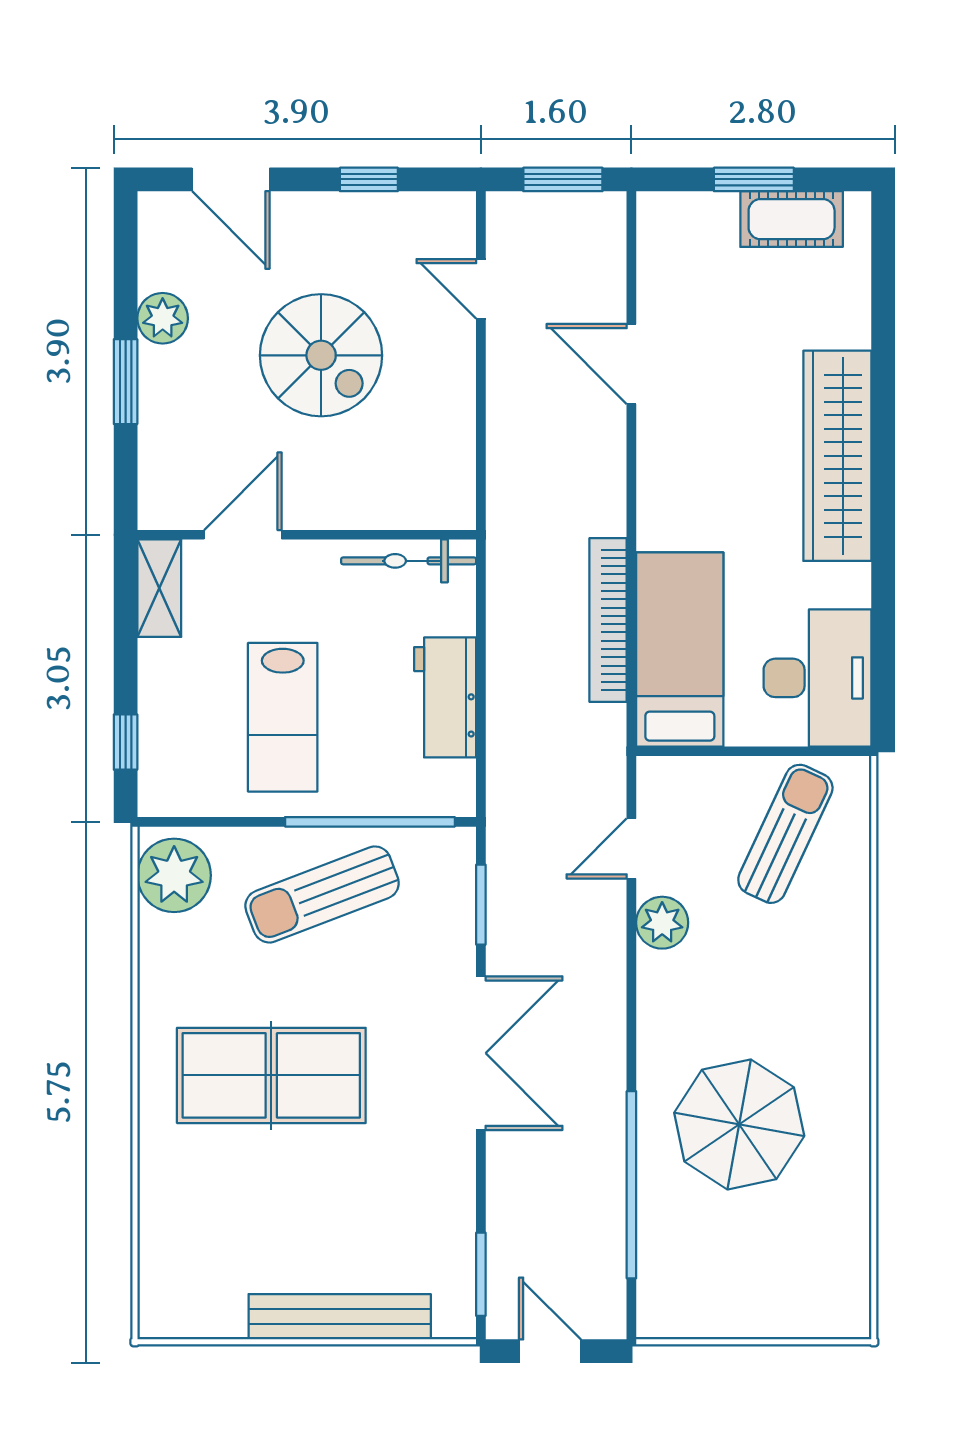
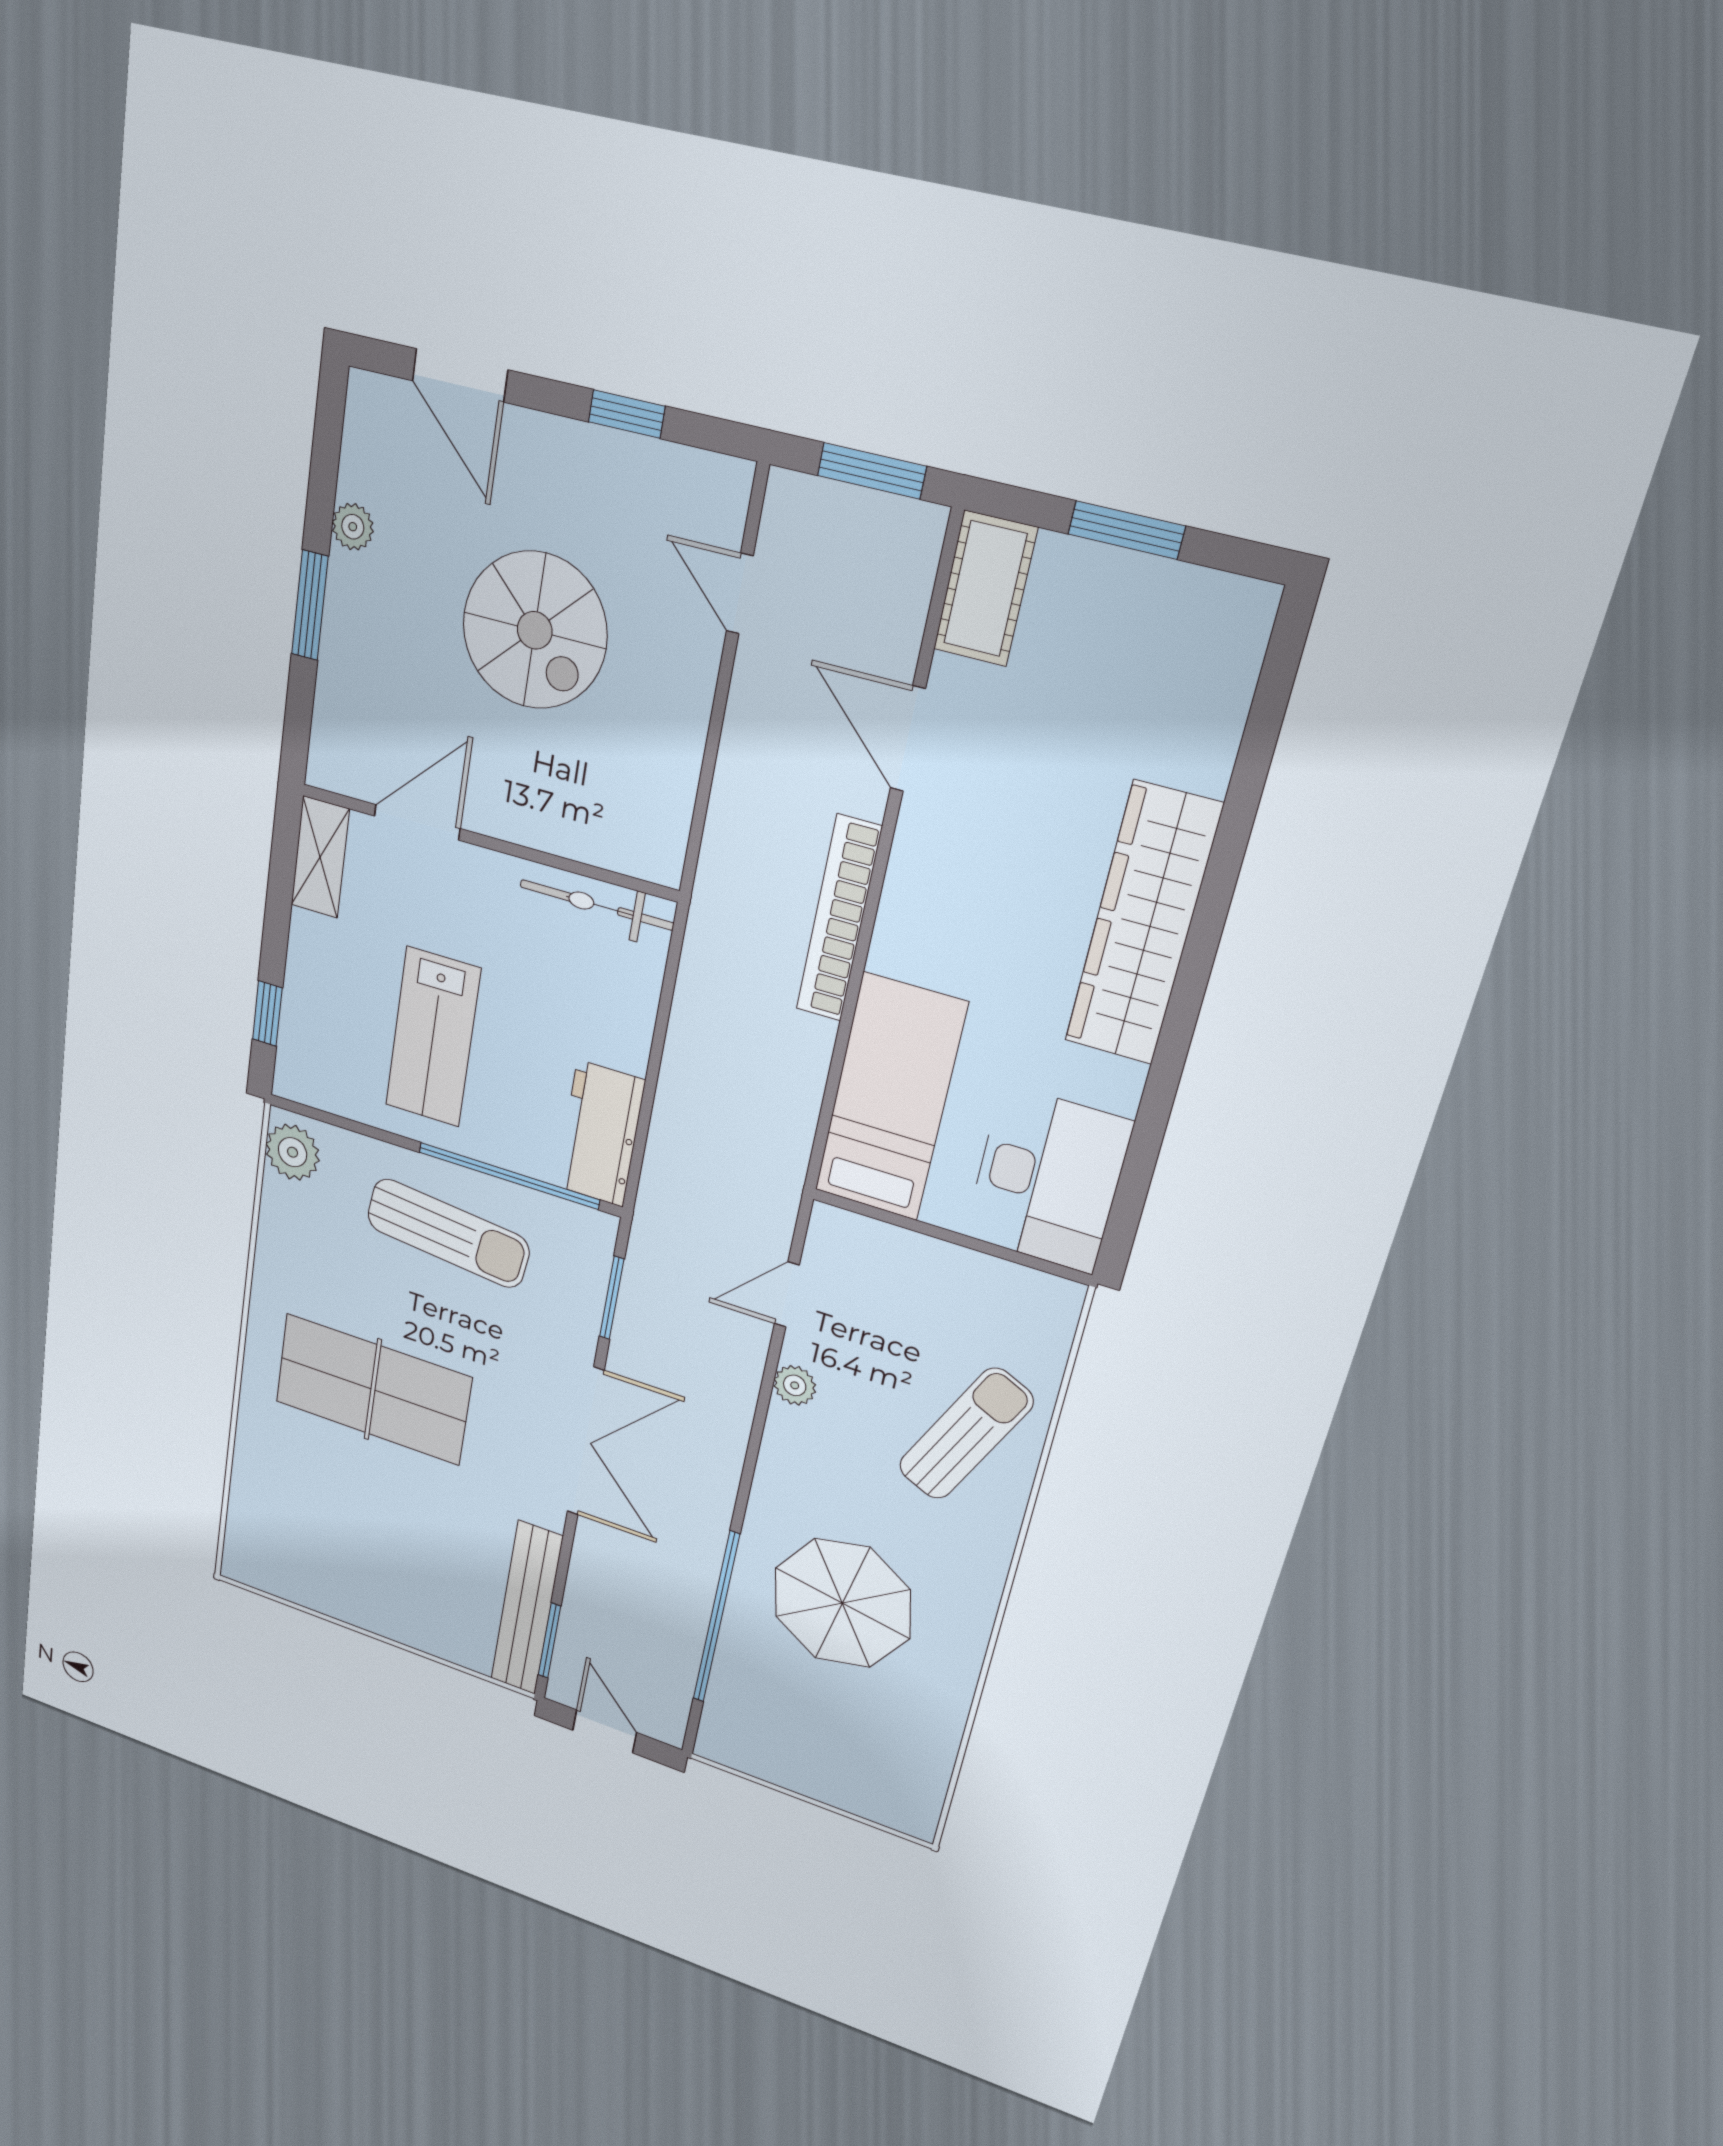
cot: (792, 219) -> (985, 589), moved, turned 90
plant: (163, 318) -> (353, 527), width x0.73, depth x0.73
bookcase: (608, 620) -> (839, 919), moved
workbench: (445, 697) -> (600, 1134), moved
sun lounger: (785, 834) -> (966, 1434), moved
plant: (174, 875) -> (293, 1152), width x0.73, depth x0.73
sun lounger: (322, 894) -> (448, 1233), turned -153
plant: (662, 923) -> (795, 1385), width x0.73, depth x0.73
bench: (340, 1317) -> (527, 1608), moved, turned 90

